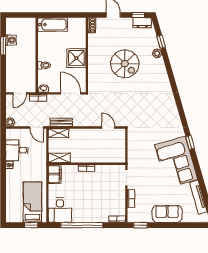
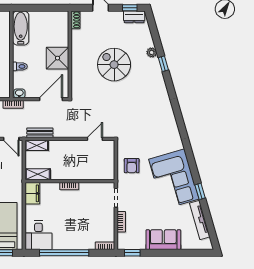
bathtub: (53, 25) -> (21, 28), moved, turned -90
window: (161, 42) -> (163, 64), moved
spiral stairs: (125, 64) -> (114, 65), turned 180
door: (71, 93) -> (51, 99), hinge flipped
door: (108, 128) -> (95, 139), hinge flipped
window: (190, 143) -> (200, 191), moved
armchair: (140, 150) -> (132, 166), added

